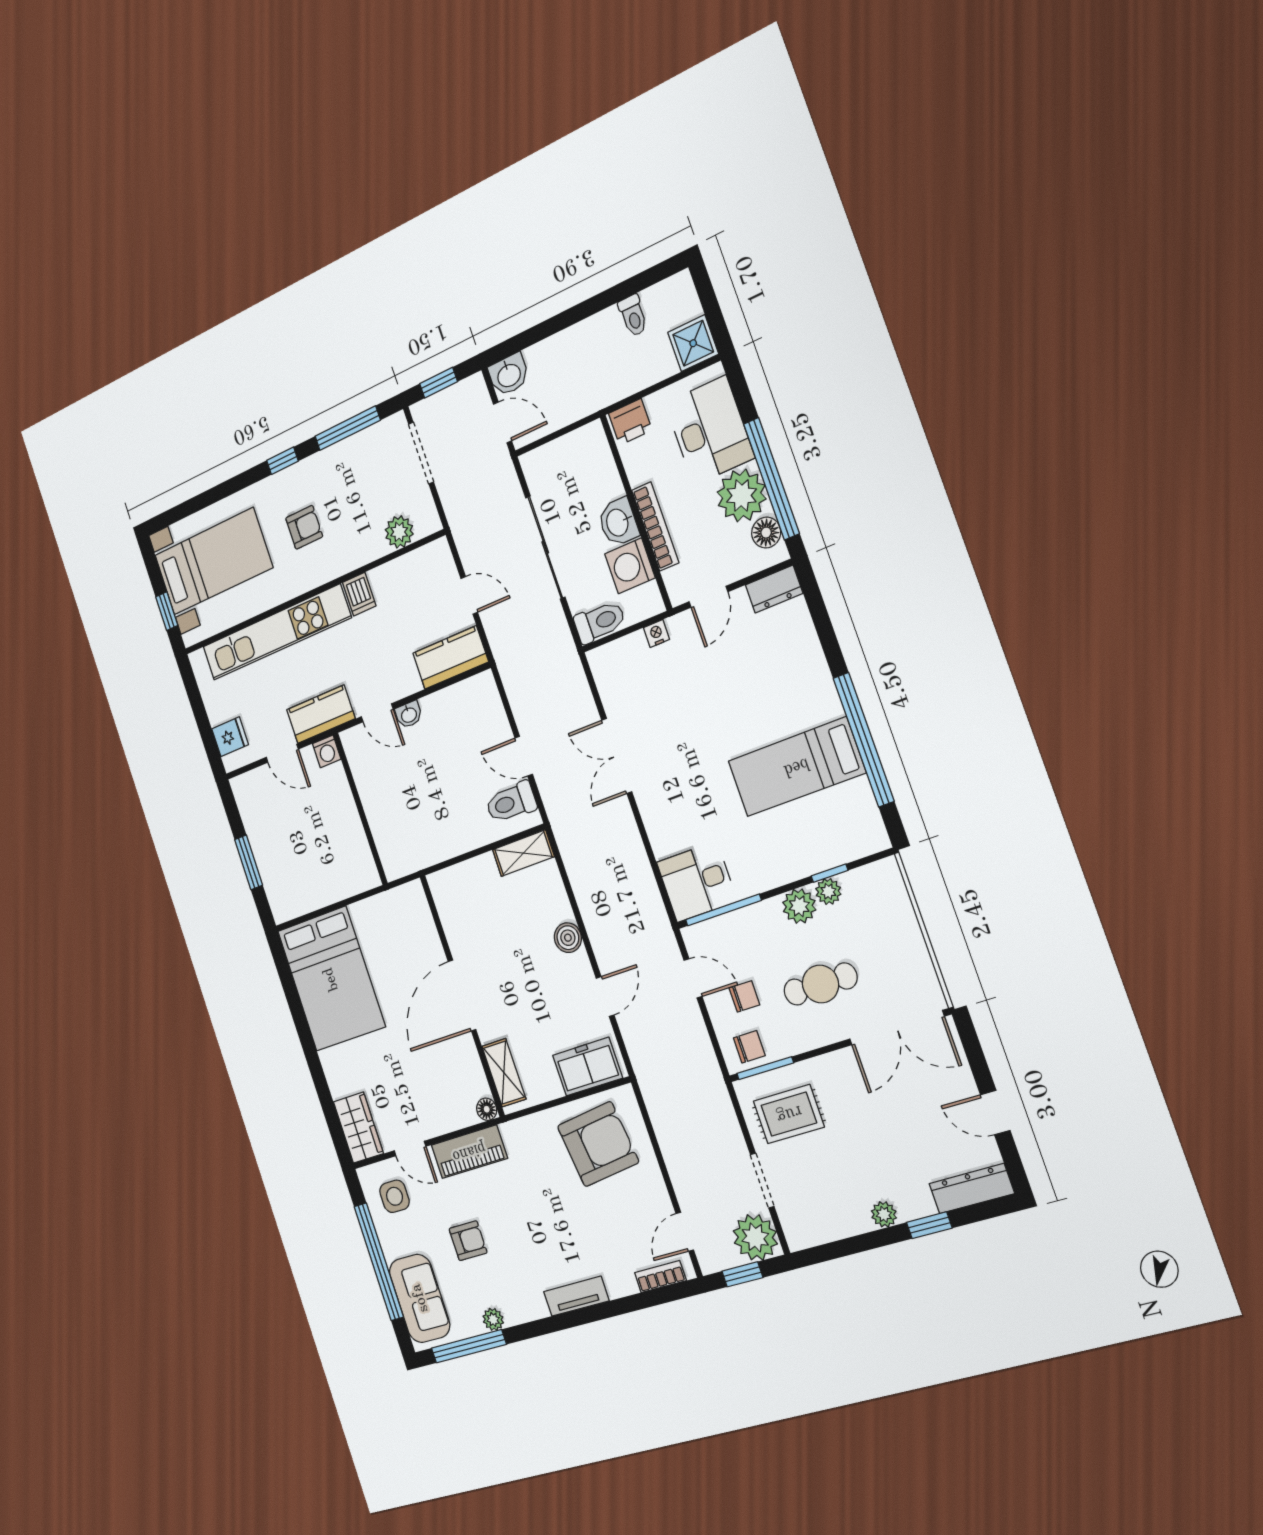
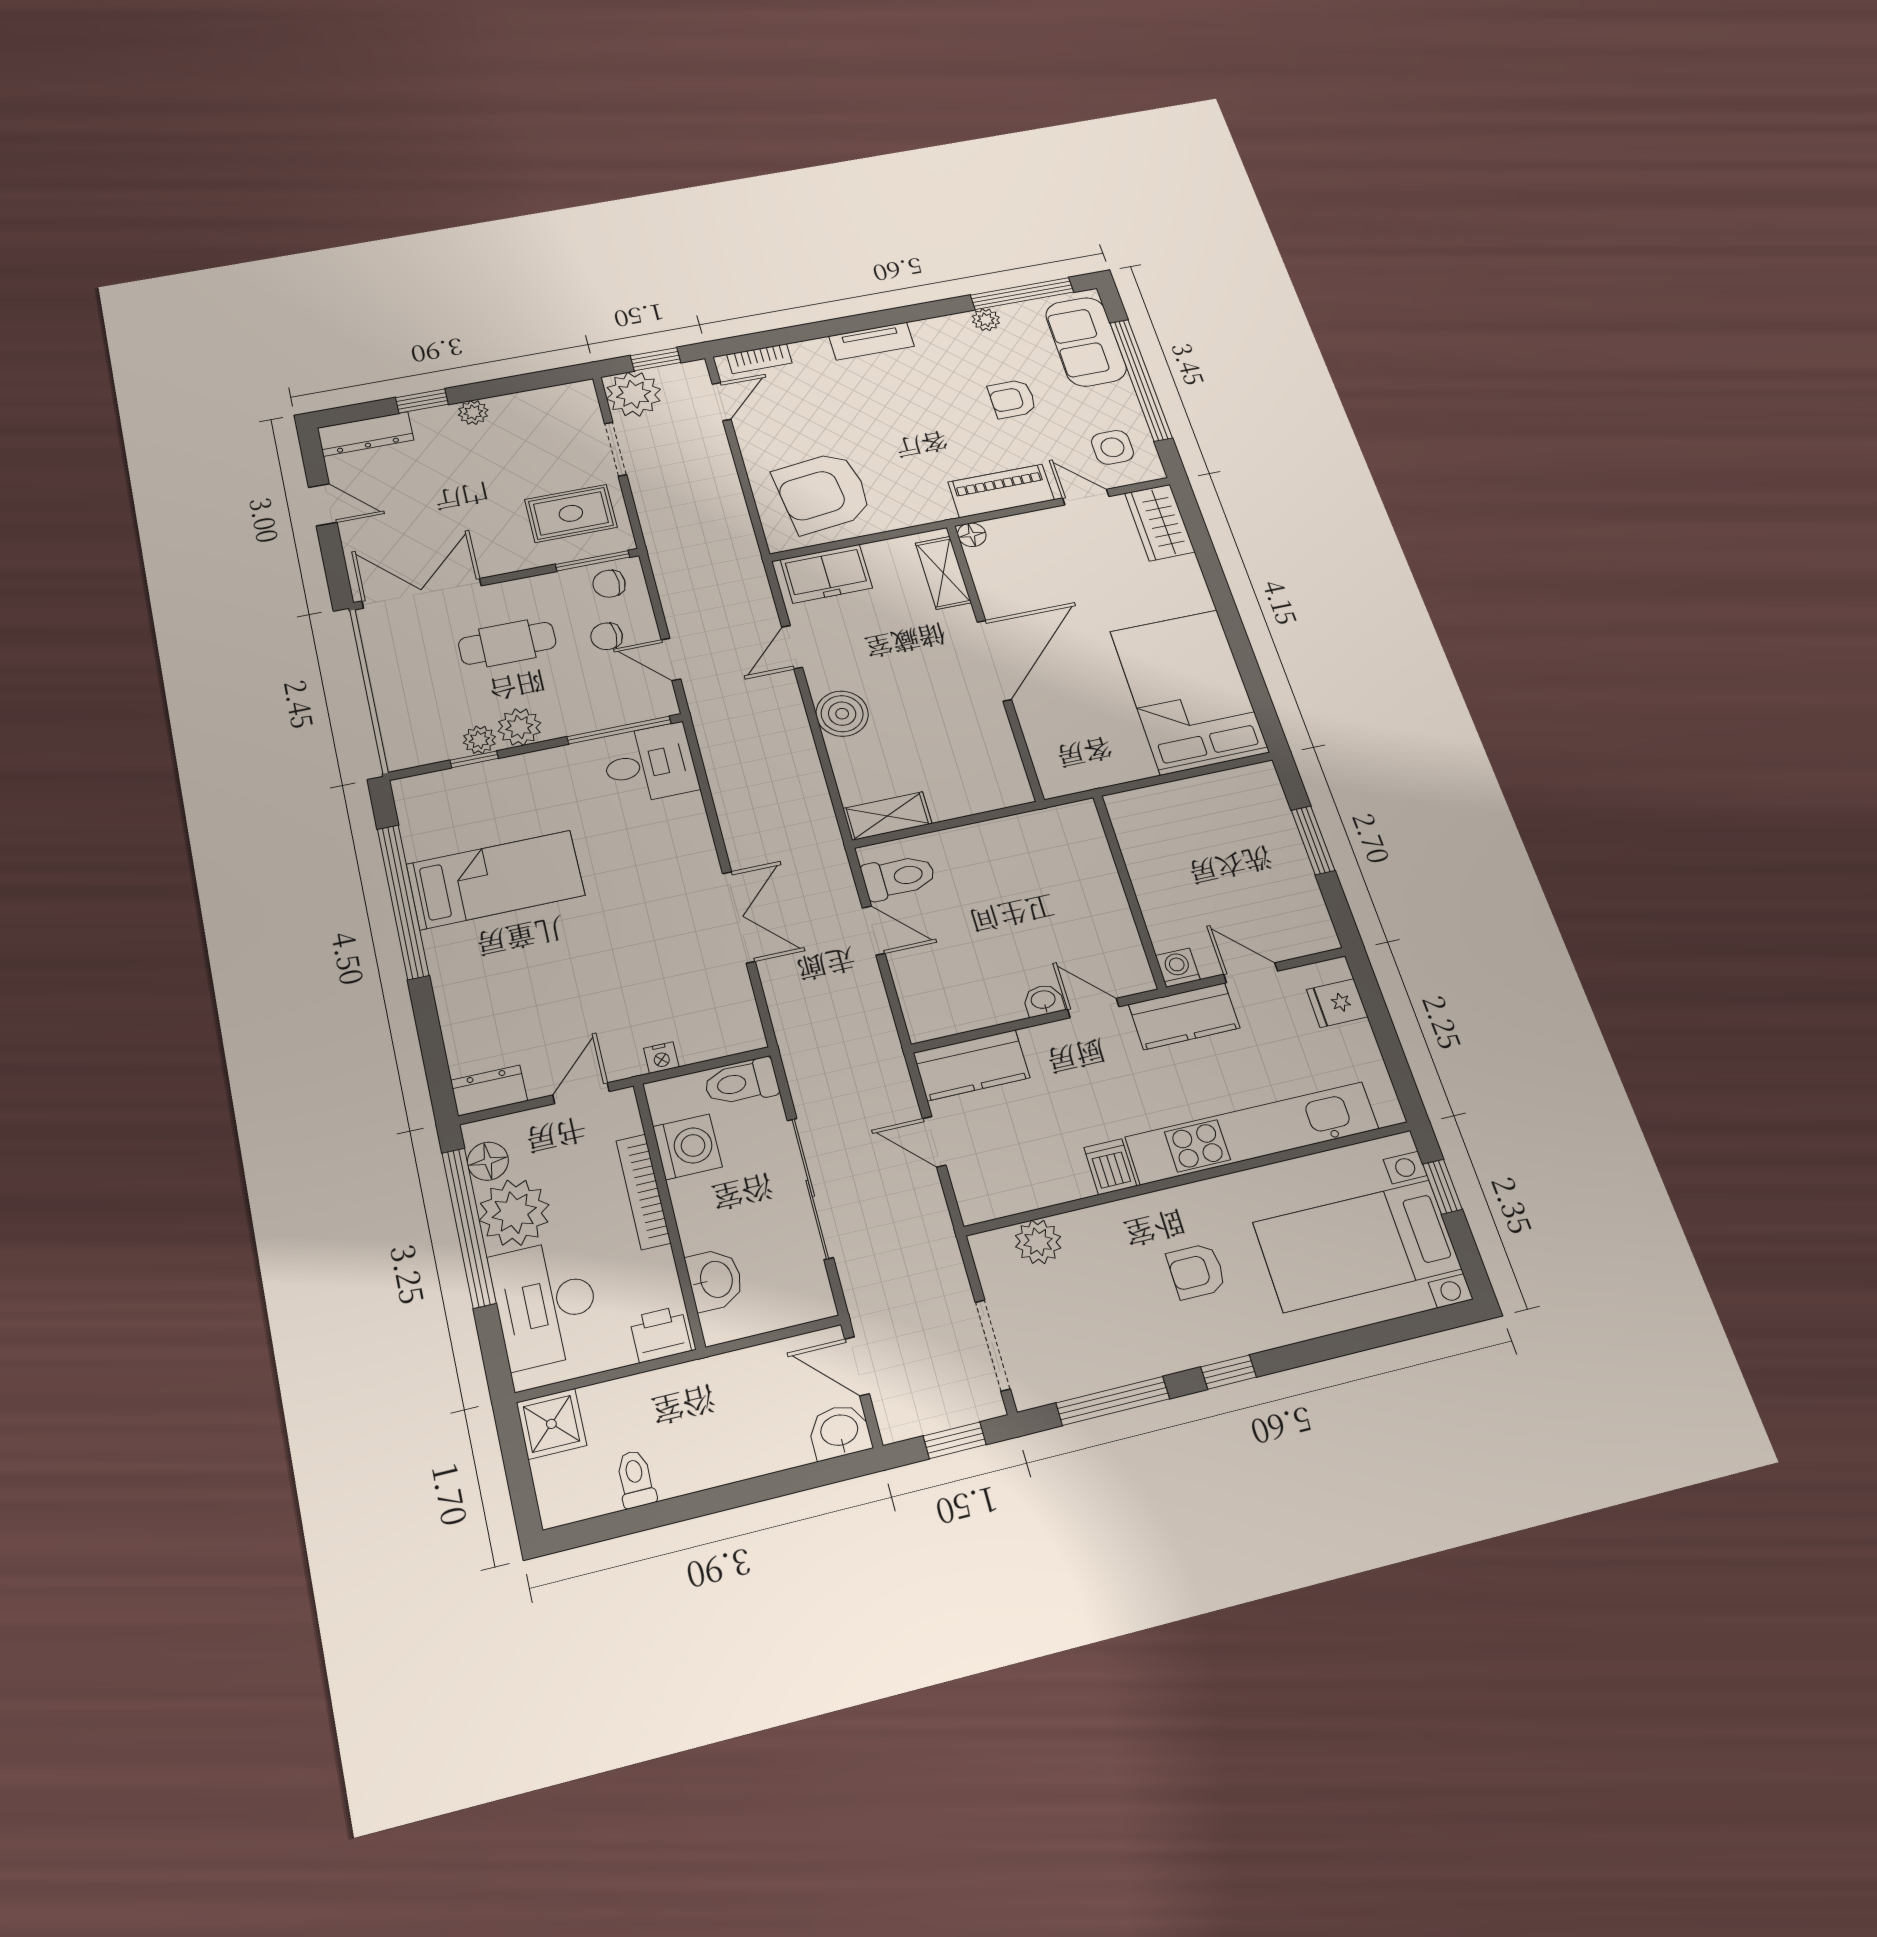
washbasin: (618, 522) -> (715, 1280), moved
boiler: (568, 938) -> (842, 714), width x1.36, depth x1.36

